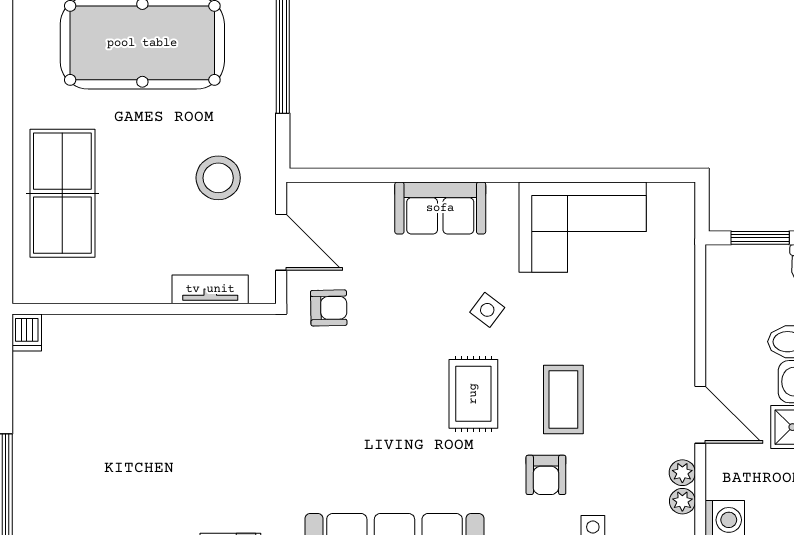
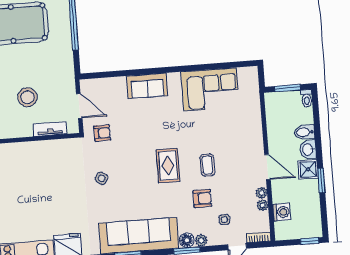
stool: (218, 178) -> (27, 97), moved
side table: (487, 310) -> (102, 178), moved
coffee table: (563, 399) -> (207, 165), width x0.73, depth x0.77
armchair: (546, 475) -> (202, 198), turned -90

